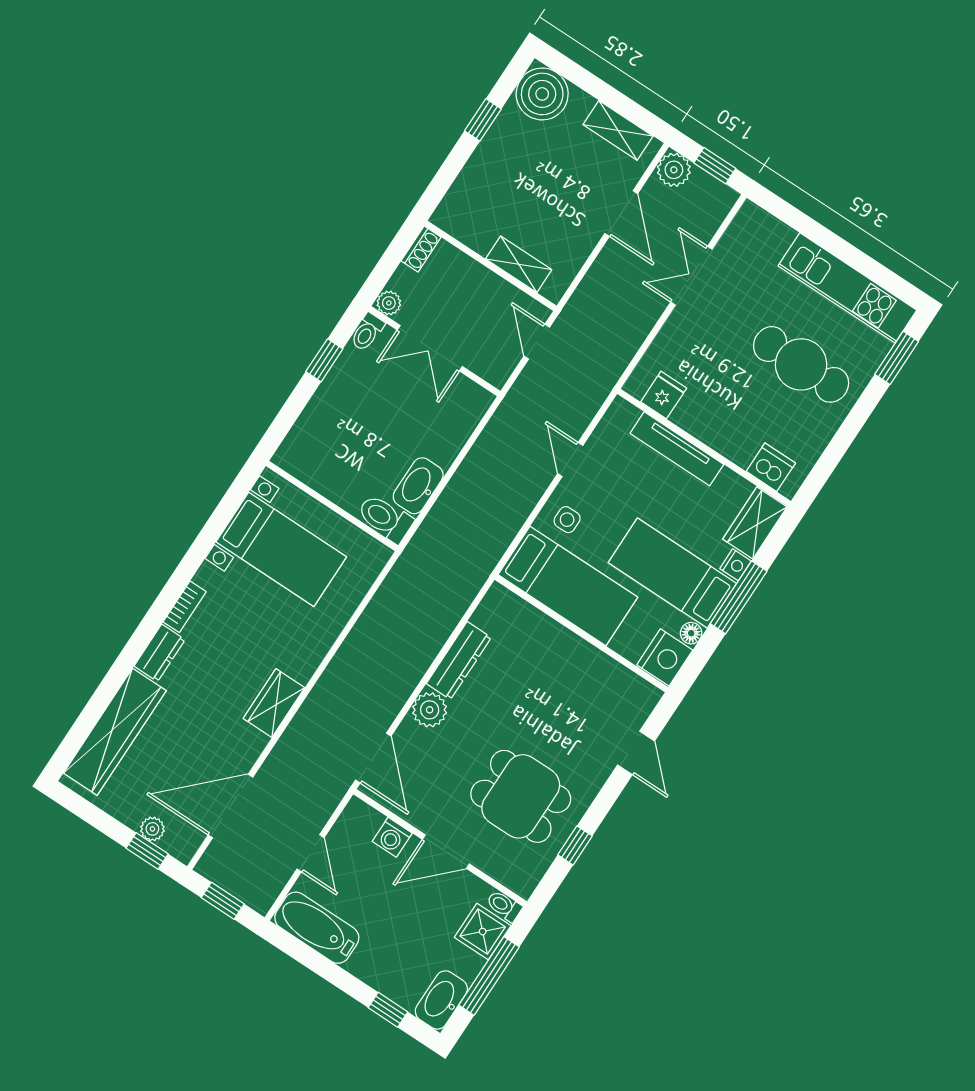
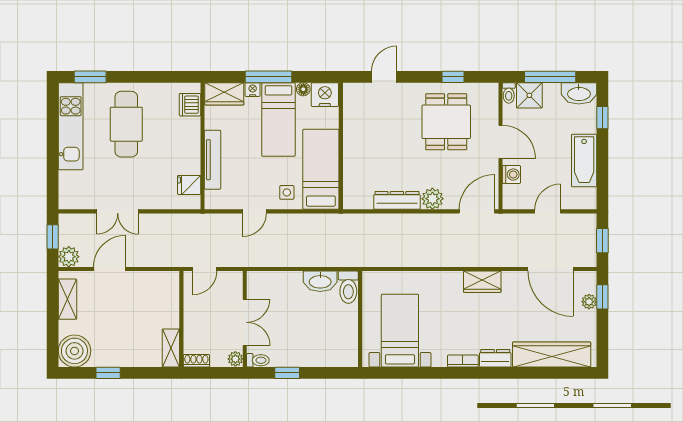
shelving: (519, 264) -> (171, 348), moved
bathtub: (317, 928) -> (584, 161), moved

